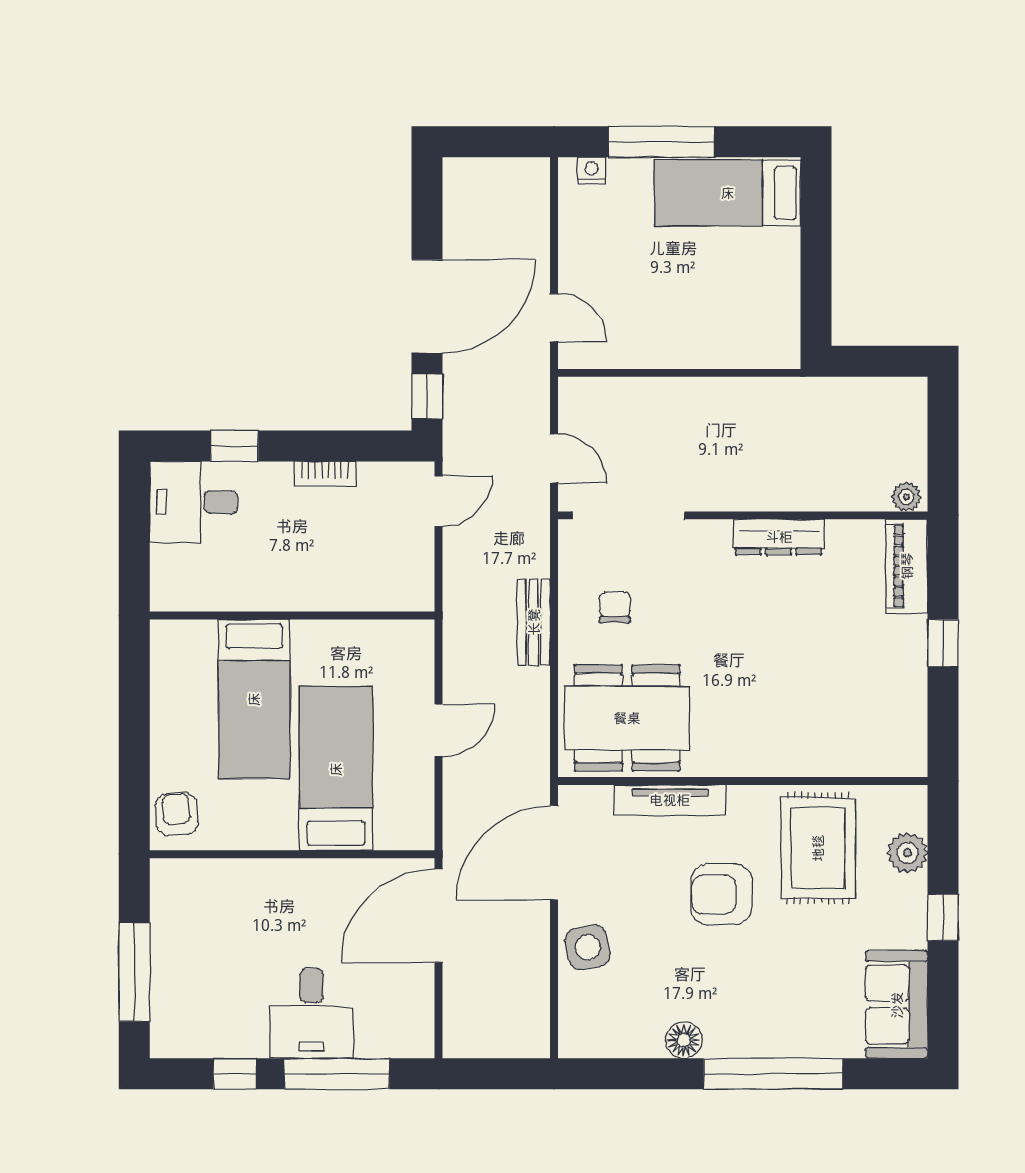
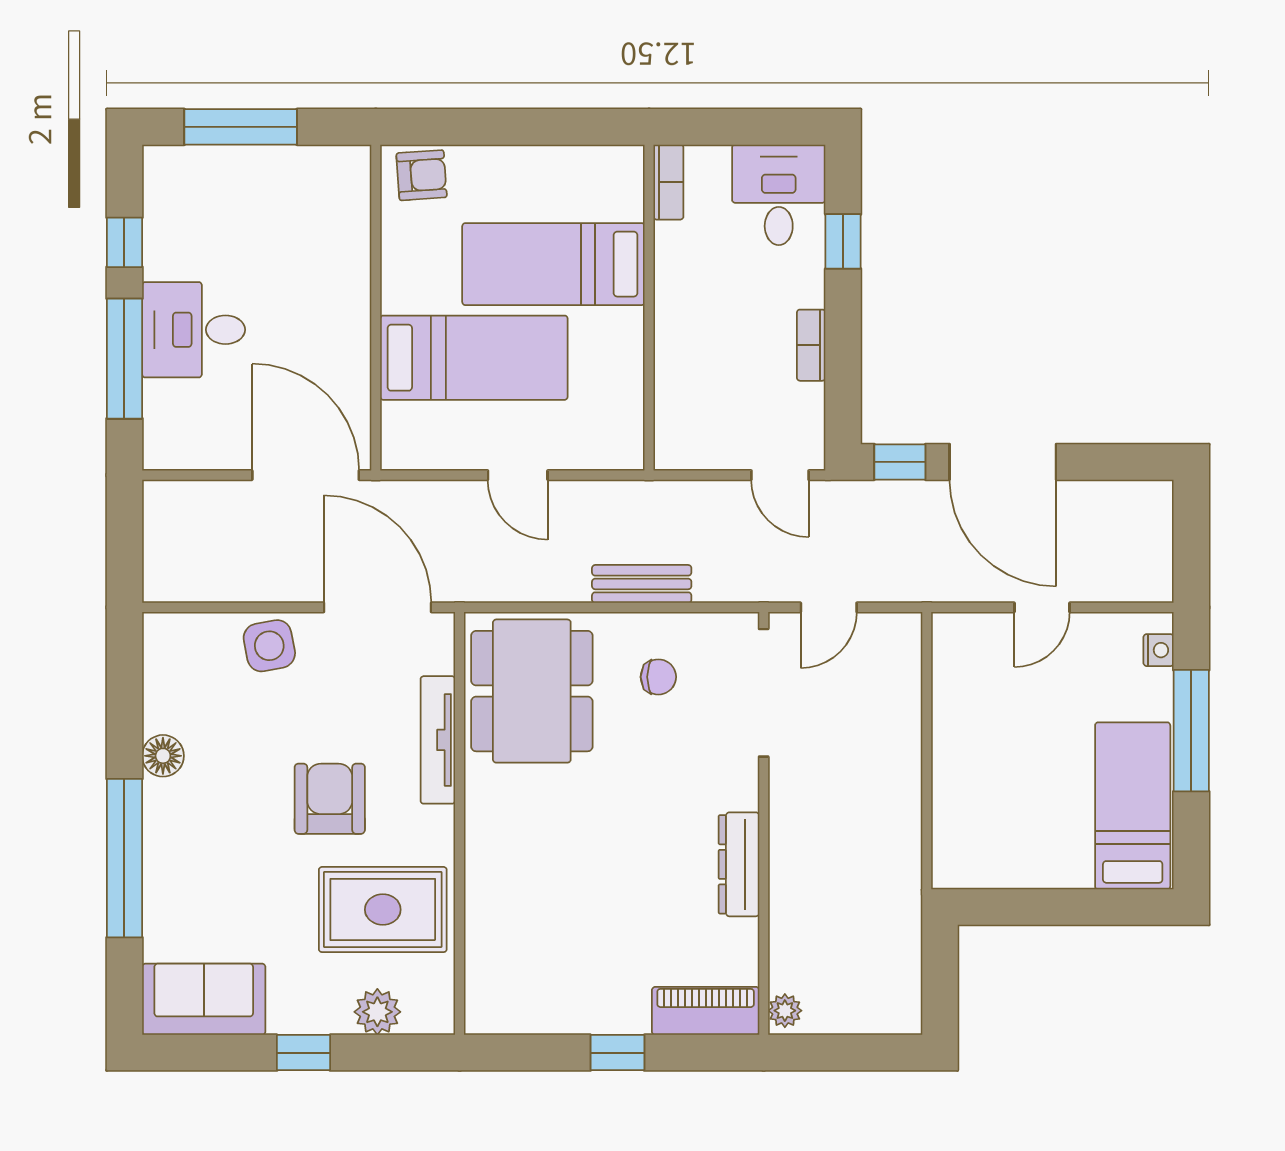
door: (554, 318) -> (1042, 607), moved
bookcase: (183, 599) -> (668, 182), added

